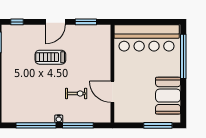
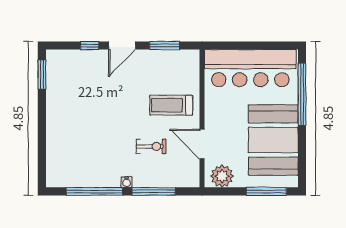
window: (17, 22) -> (90, 45), moved
treadmill: (50, 57) -> (171, 105), moved
booth: (168, 96) -> (273, 140), width x1.36, depth x1.42
plant: (127, 115) -> (222, 176), added

